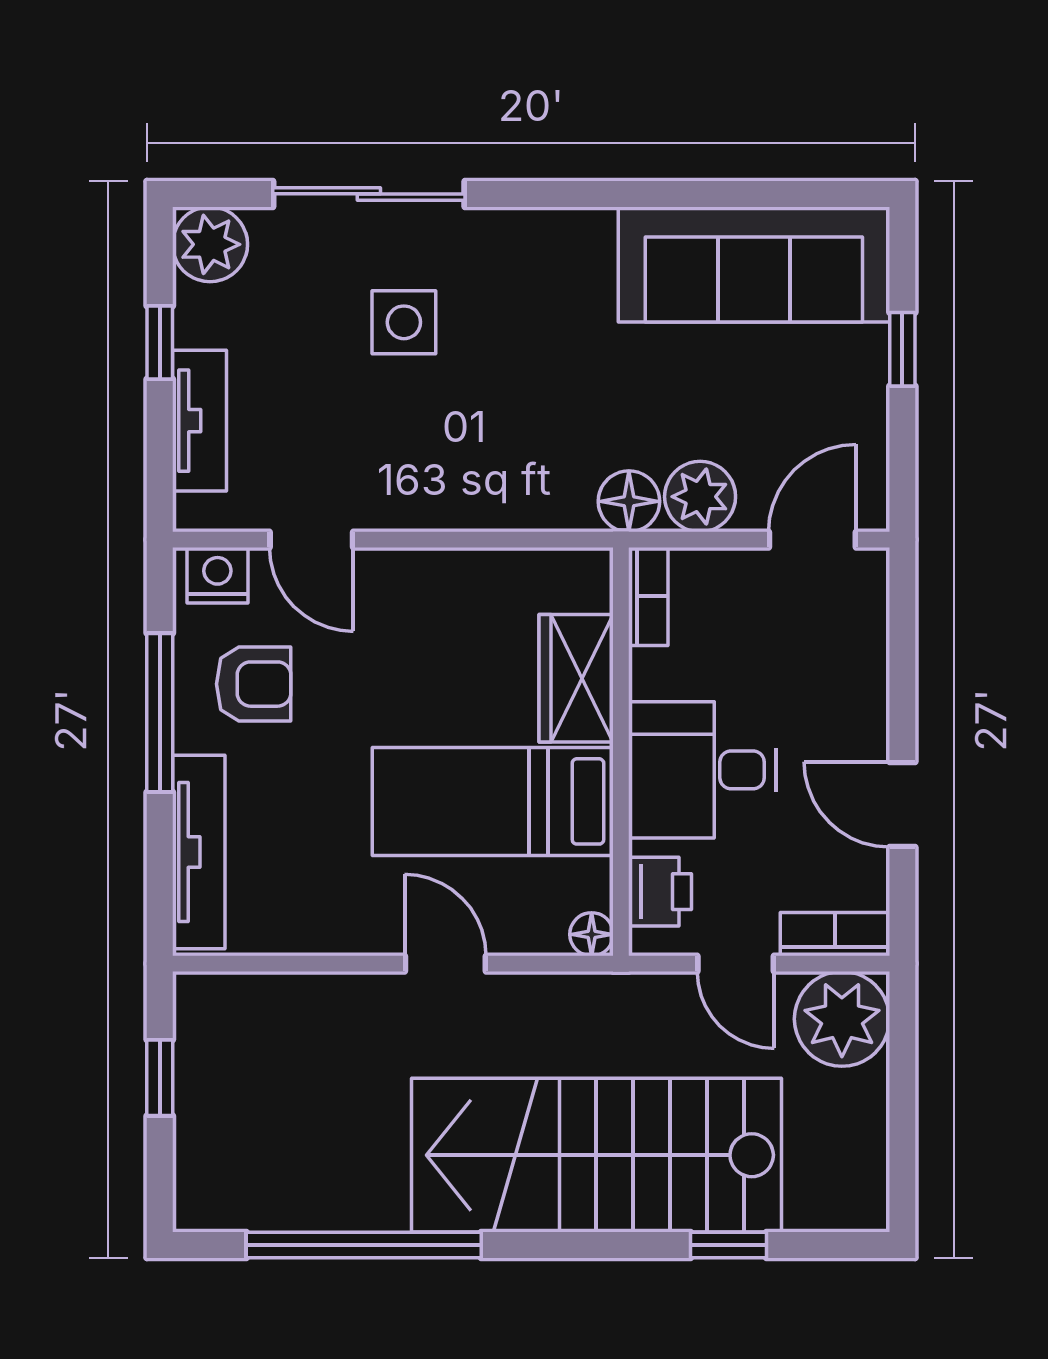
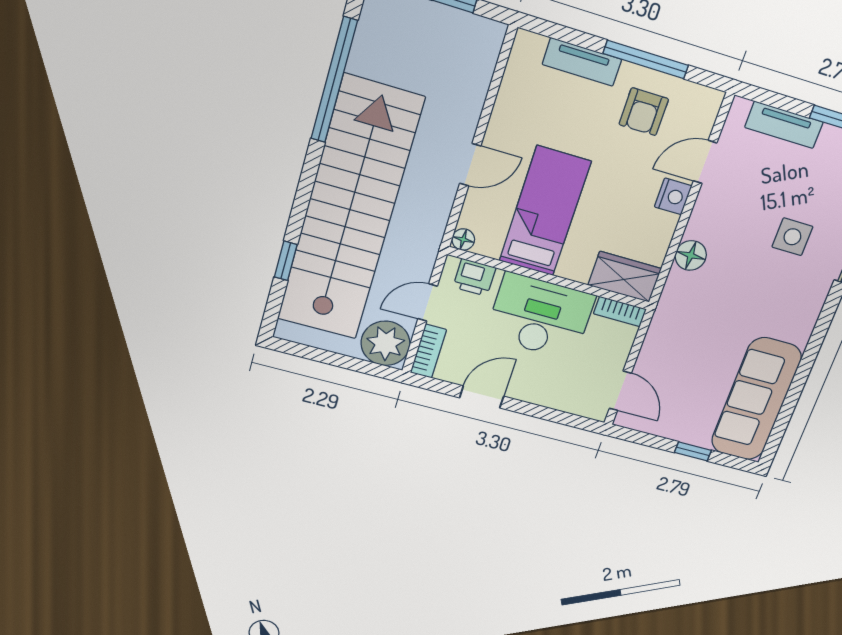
plant: (700, 497) -> (659, 347), removed
floor lamp: (629, 501) -> (691, 255), moved
nightstand: (217, 575) -> (673, 196), moved
wardrobe: (576, 678) -> (625, 277), moved
desk: (702, 770) -> (540, 316), width x1.37
tv unit: (199, 852) -> (582, 62), width x0.71
stairs: (596, 1155) -> (350, 210), width x1.36

